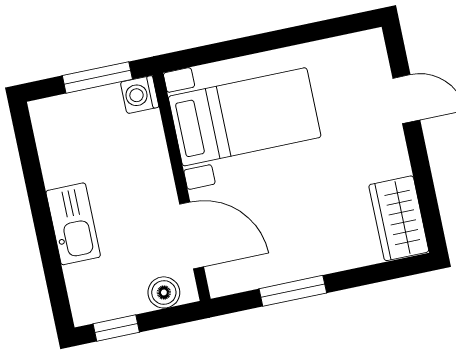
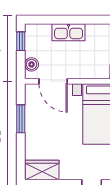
door: (192, 235) -> (53, 81), hinge flipped

